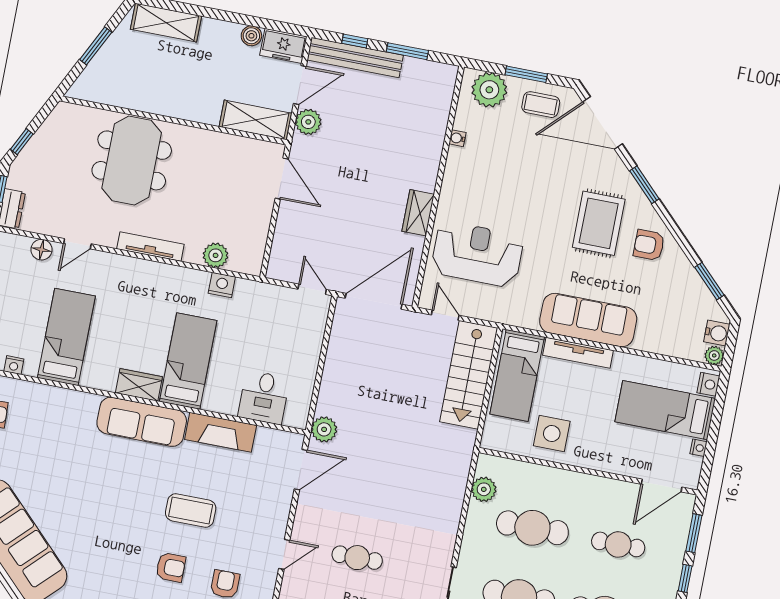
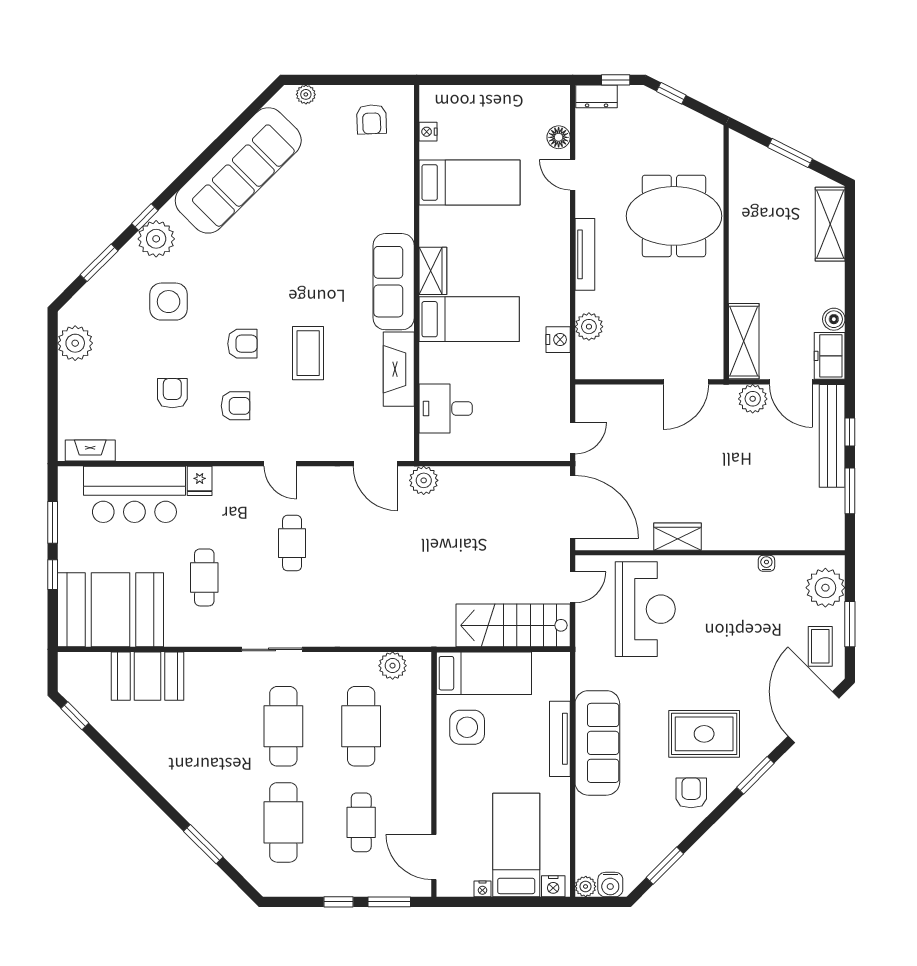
bed: (517, 375) -> (484, 673), moved, turned 180
armchair: (171, 567) -> (242, 344), turned -90

